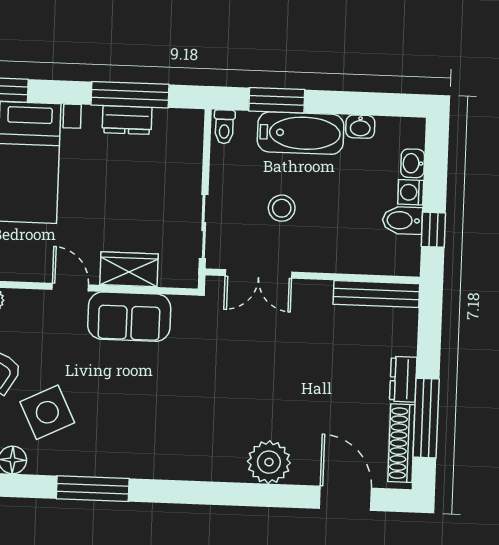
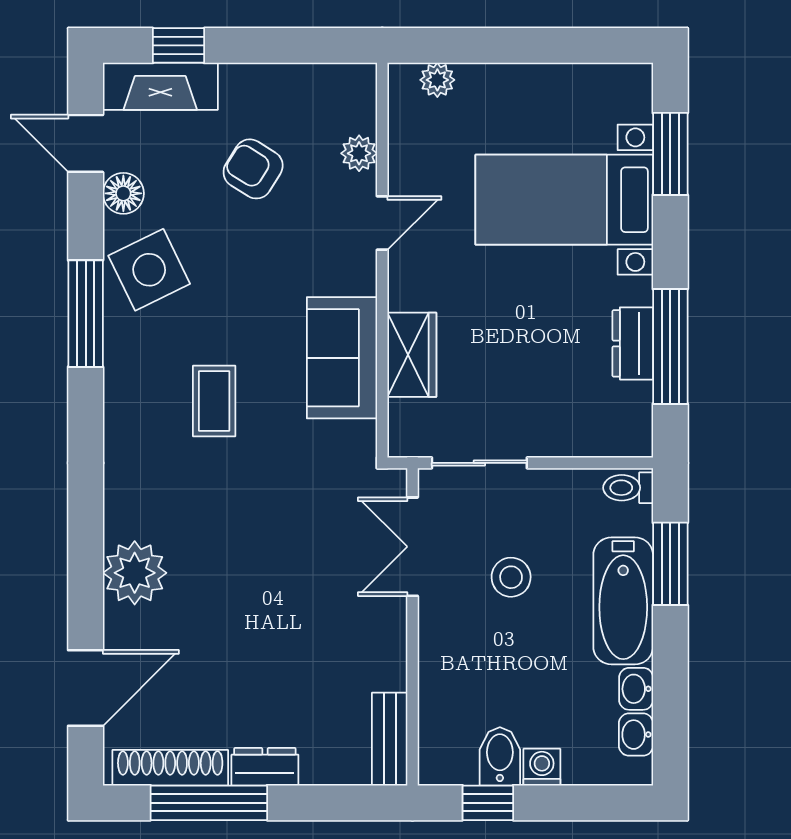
washbasin: (413, 163) -> (636, 735), moved, turned -90
door: (70, 287) -> (382, 223), moved
bench: (376, 294) -> (390, 739), width x0.73
coffee table: (155, 404) -> (214, 401), added
side table: (47, 412) -> (149, 270), moved

